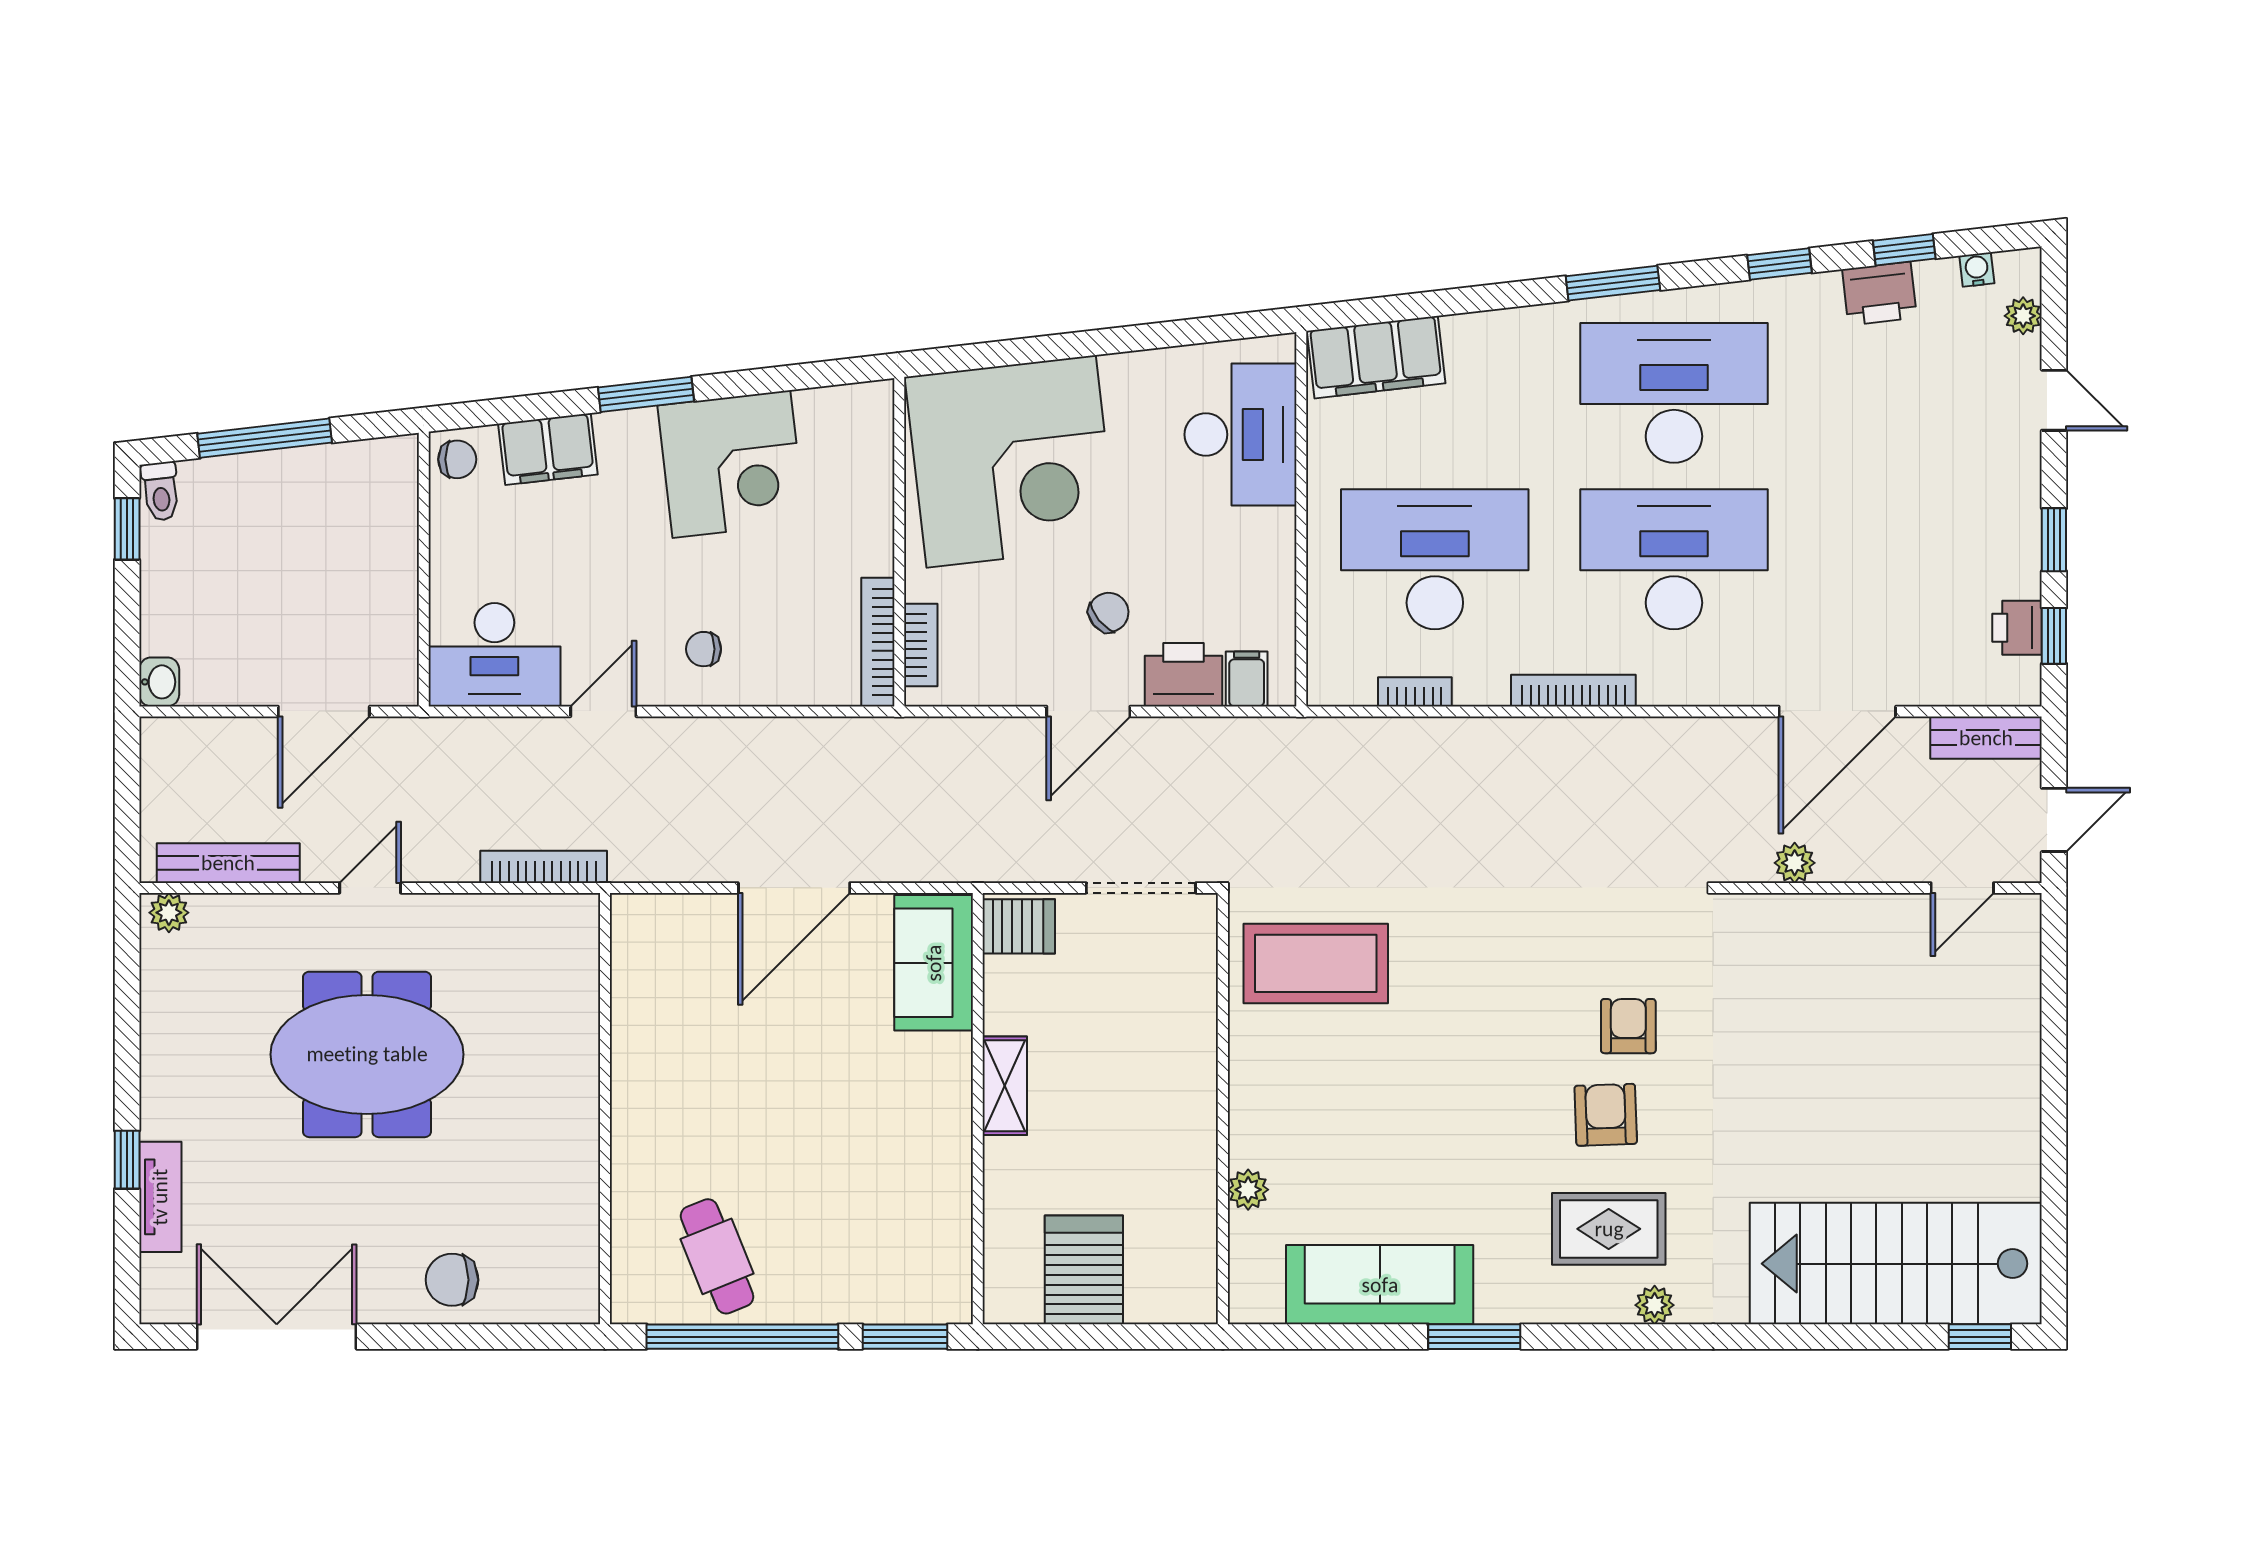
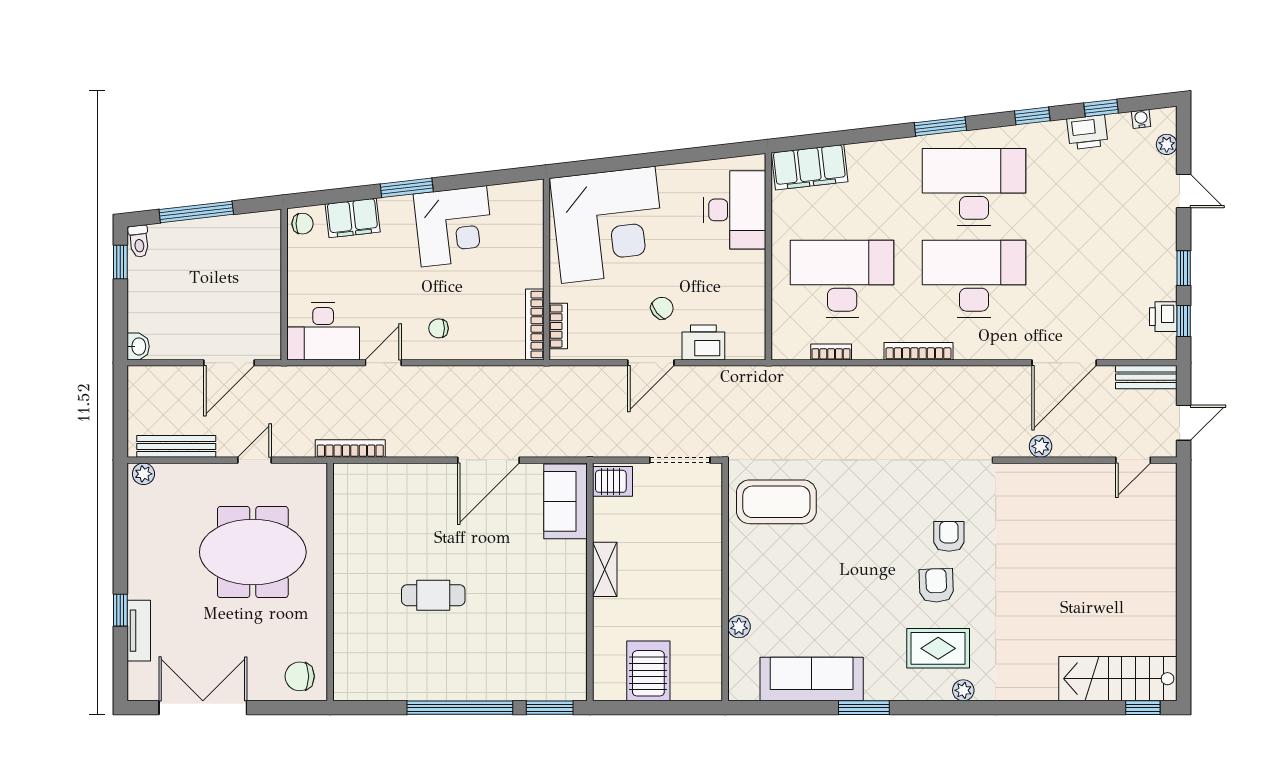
filing cabinet: (1247, 679) -> (738, 345), removed
wall: (605, 1109) -> (330, 582), moved
cafe table: (717, 1256) -> (433, 595), moved, turned -68
stairs: (1896, 1264) -> (1118, 679), width x0.73, depth x0.66

